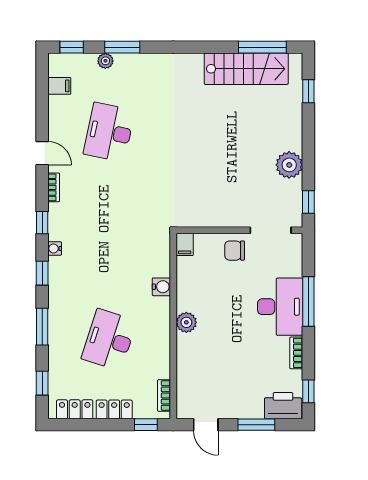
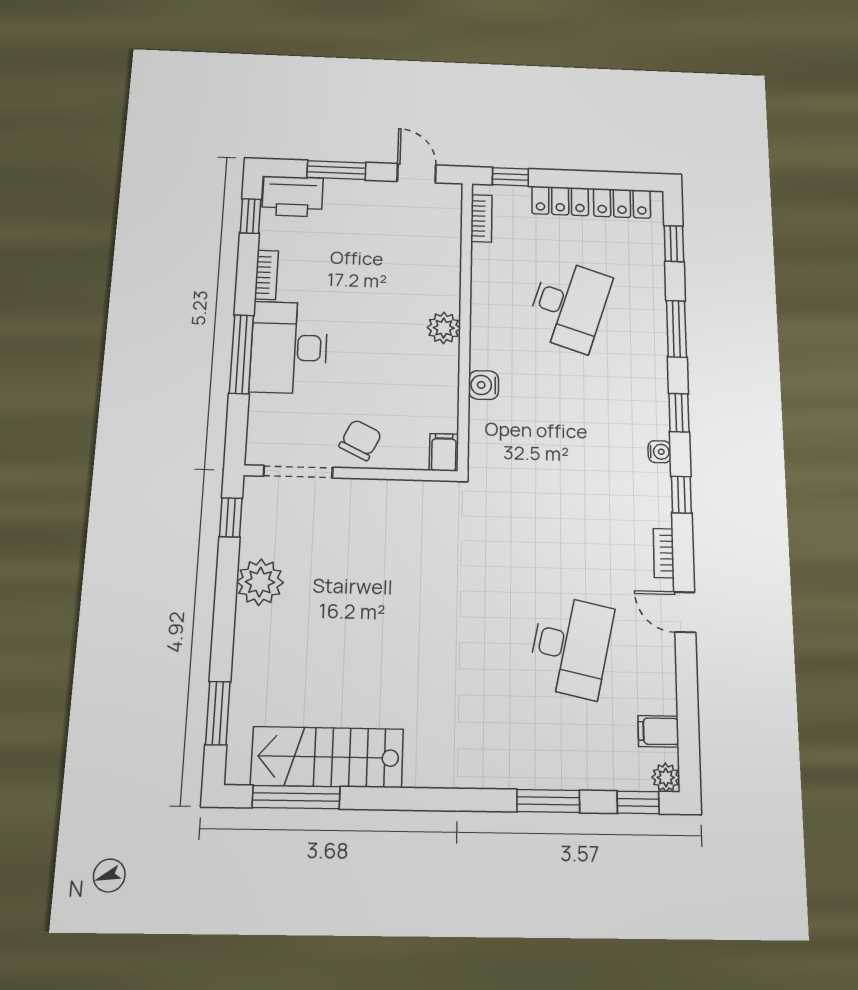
plant: (105, 61) -> (666, 777), moved
window: (308, 91) -> (218, 713), width x1.50
chair: (235, 251) -> (360, 440), turned -64

